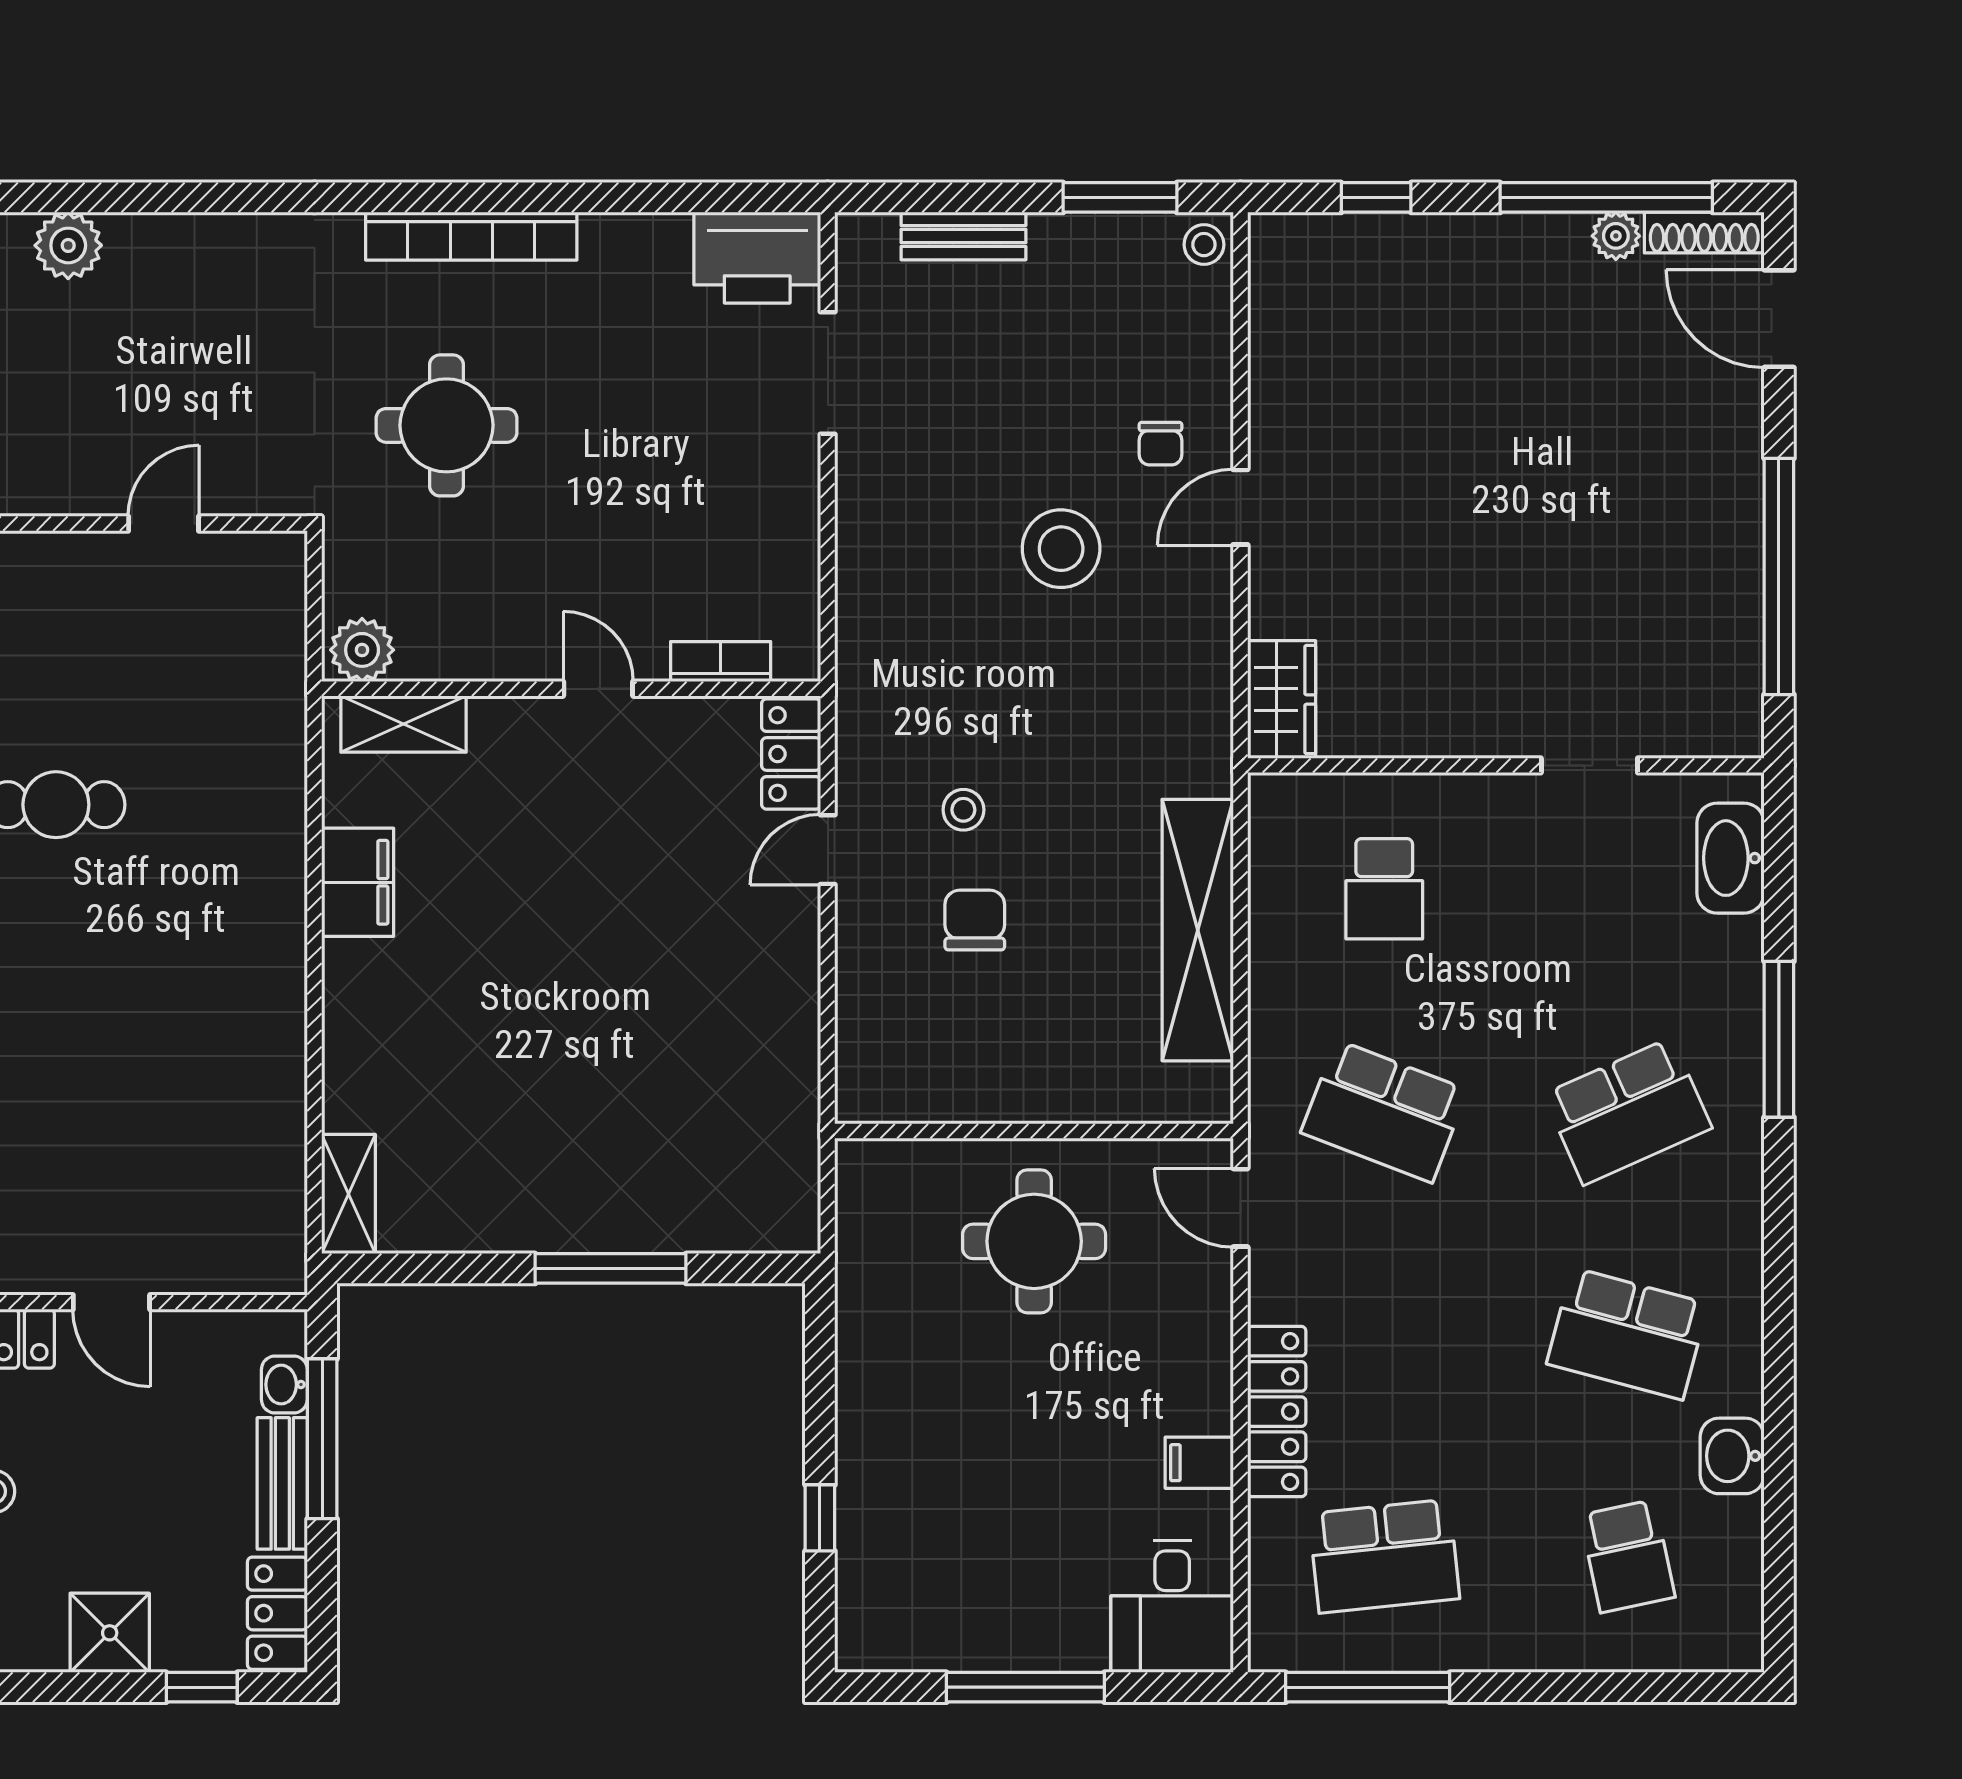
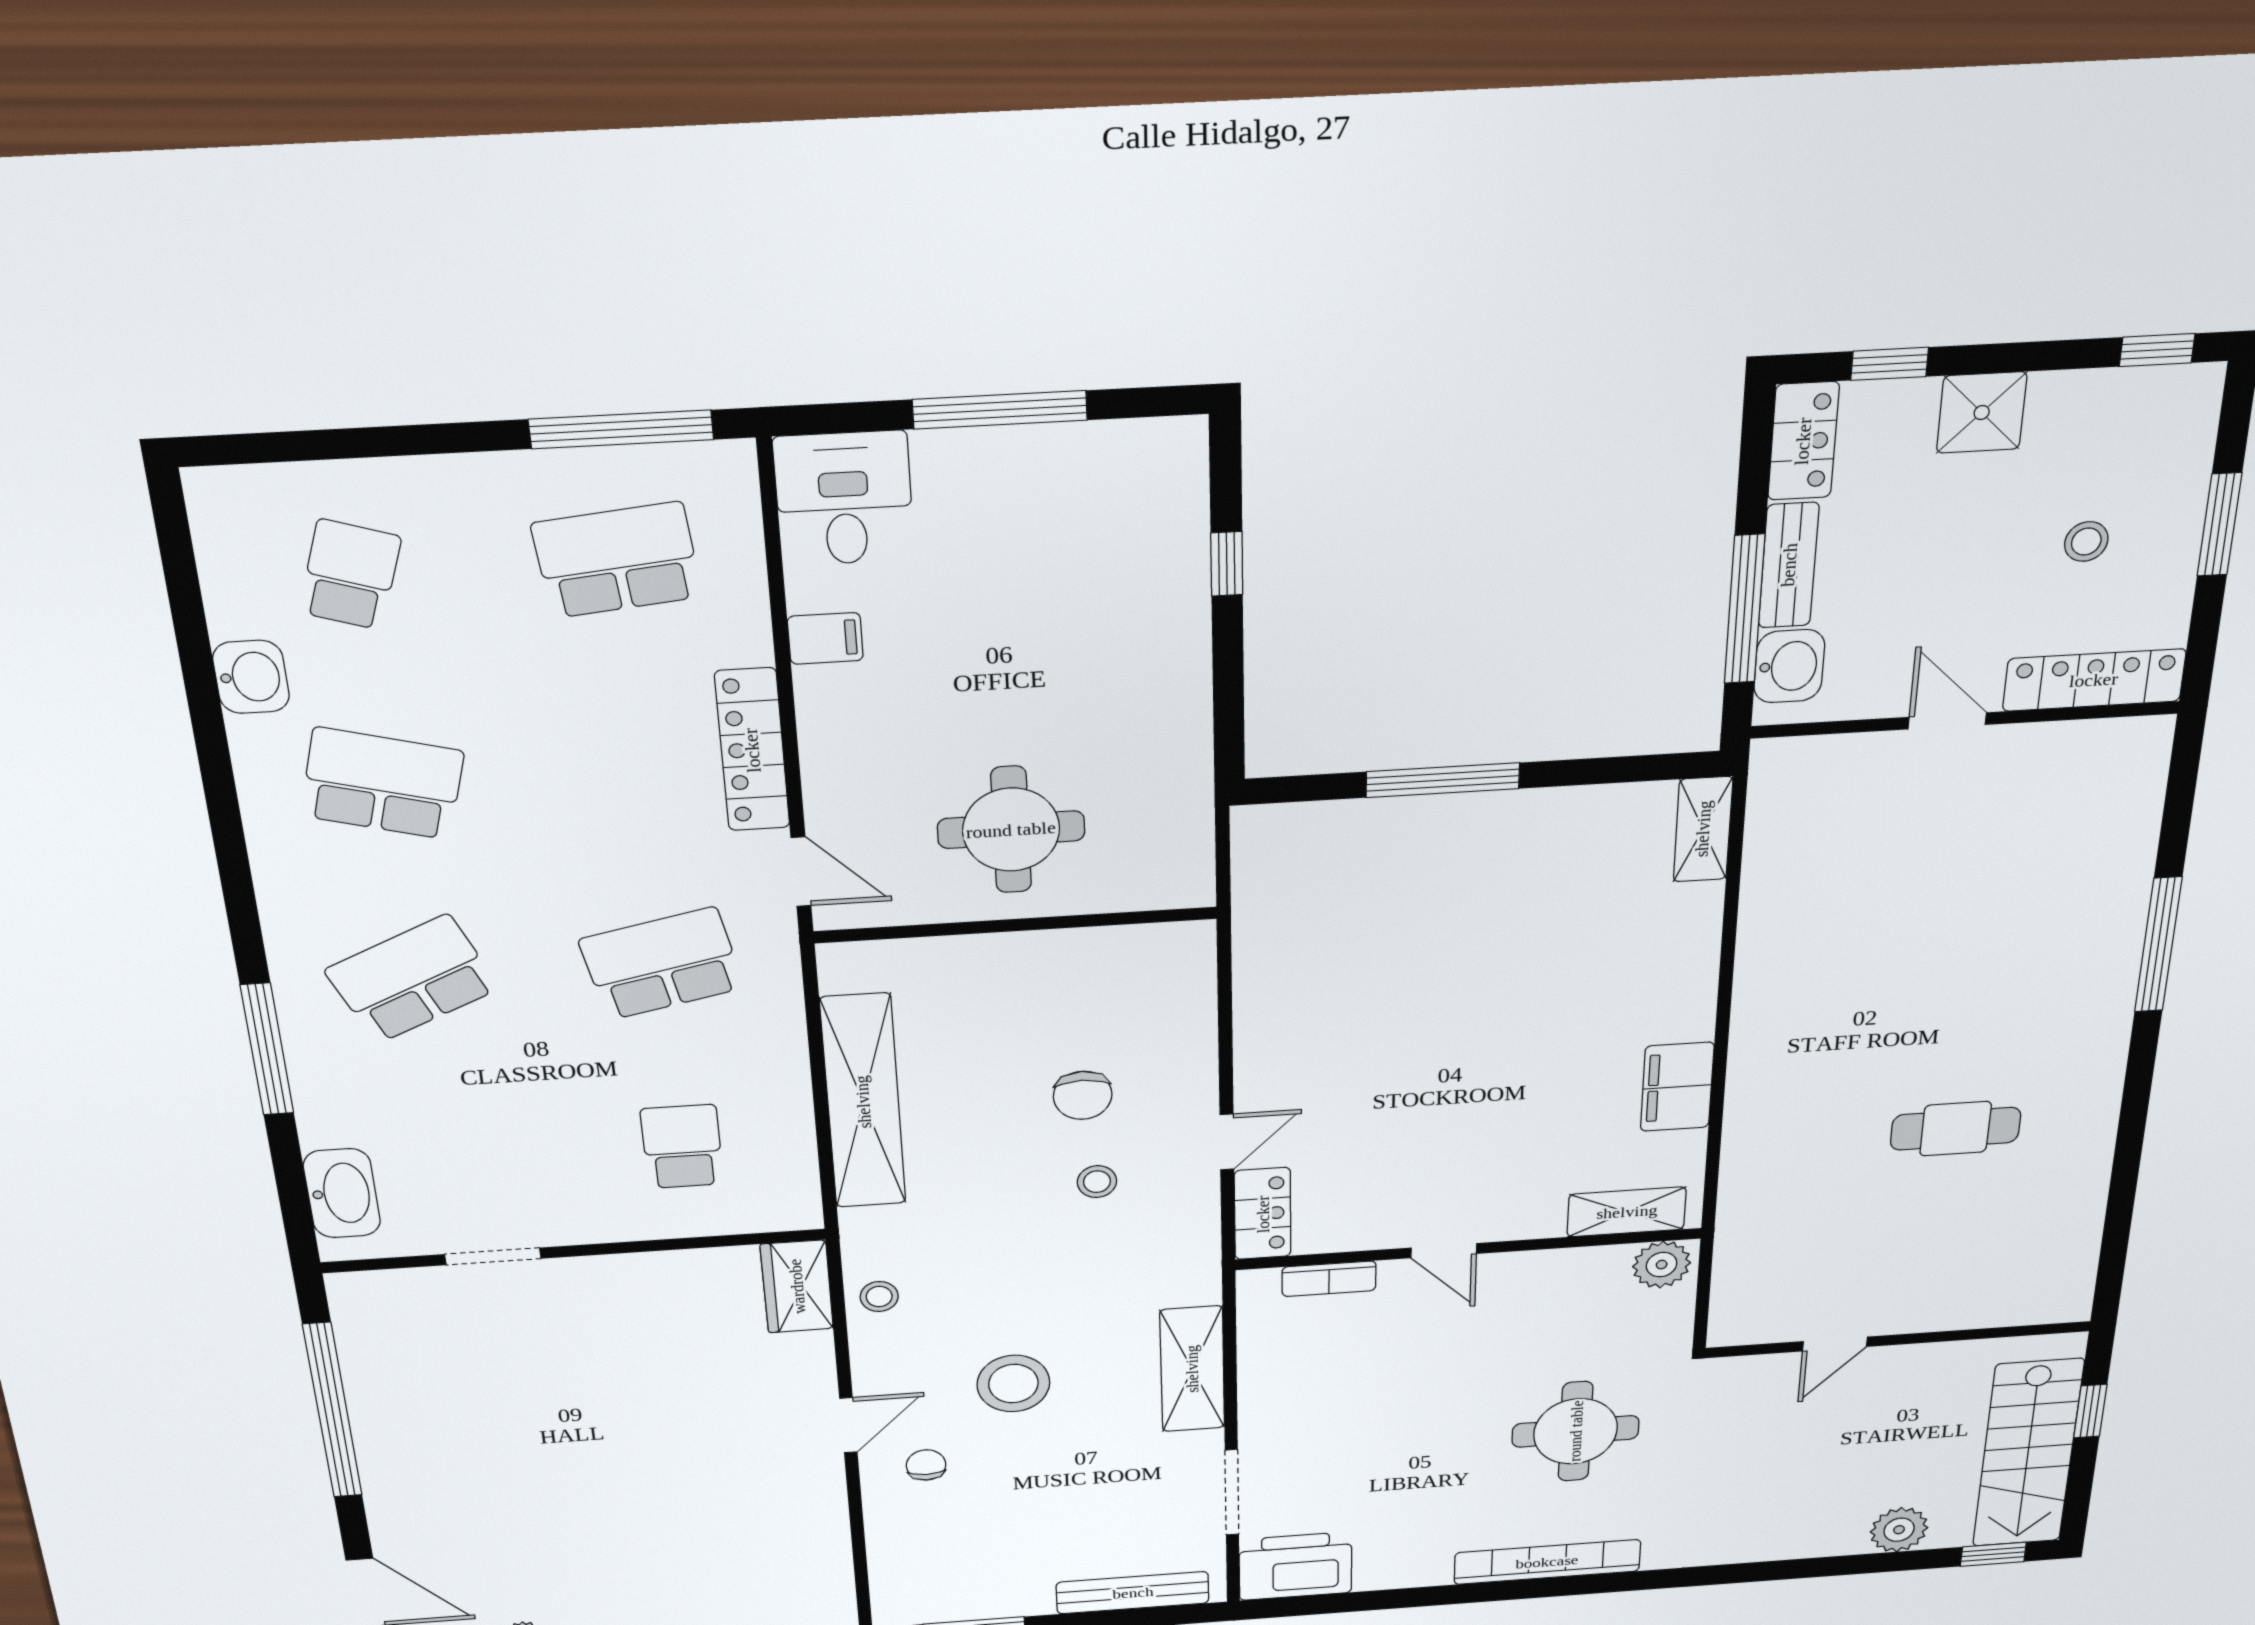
bench: (964, 236) -> (1133, 1593), width x1.36
stool: (1204, 245) -> (879, 1296), moved
shelving: (868, 551) -> (1192, 1369), added
school desk: (1384, 1111) -> (662, 964), turned -33
washbasin: (284, 1385) -> (1789, 666), width x1.38, depth x1.45
locker: (1277, 1412) -> (752, 750), moved
school desk: (1627, 1556) -> (350, 575), turned 30

